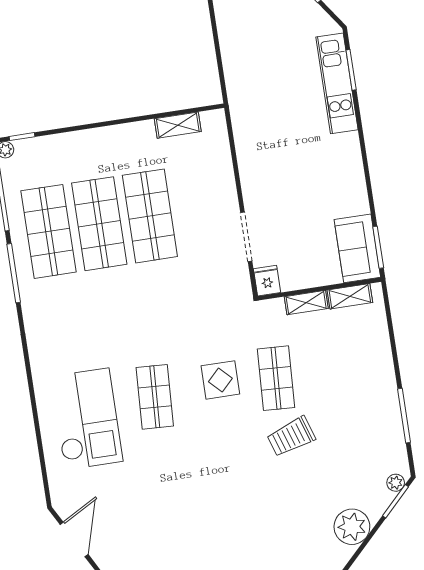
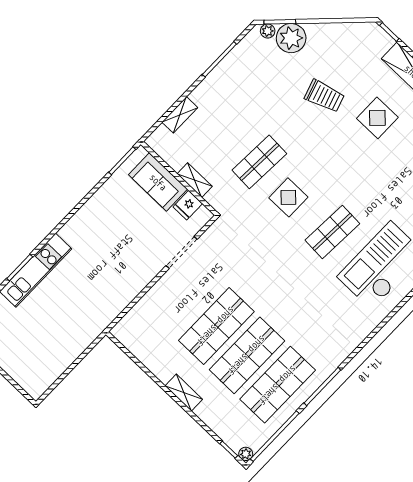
shelving: (178, 125) -> (184, 393), moved
sofa: (357, 248) -> (158, 182), moved, turned 90
fridge: (267, 281) -> (188, 205), moved
shelving: (350, 296) -> (180, 115), moved, turned 90
trolley: (291, 437) -> (324, 96), moved
display table: (231, 524) -> (377, 118), added
plant: (352, 527) -> (291, 38), moved

